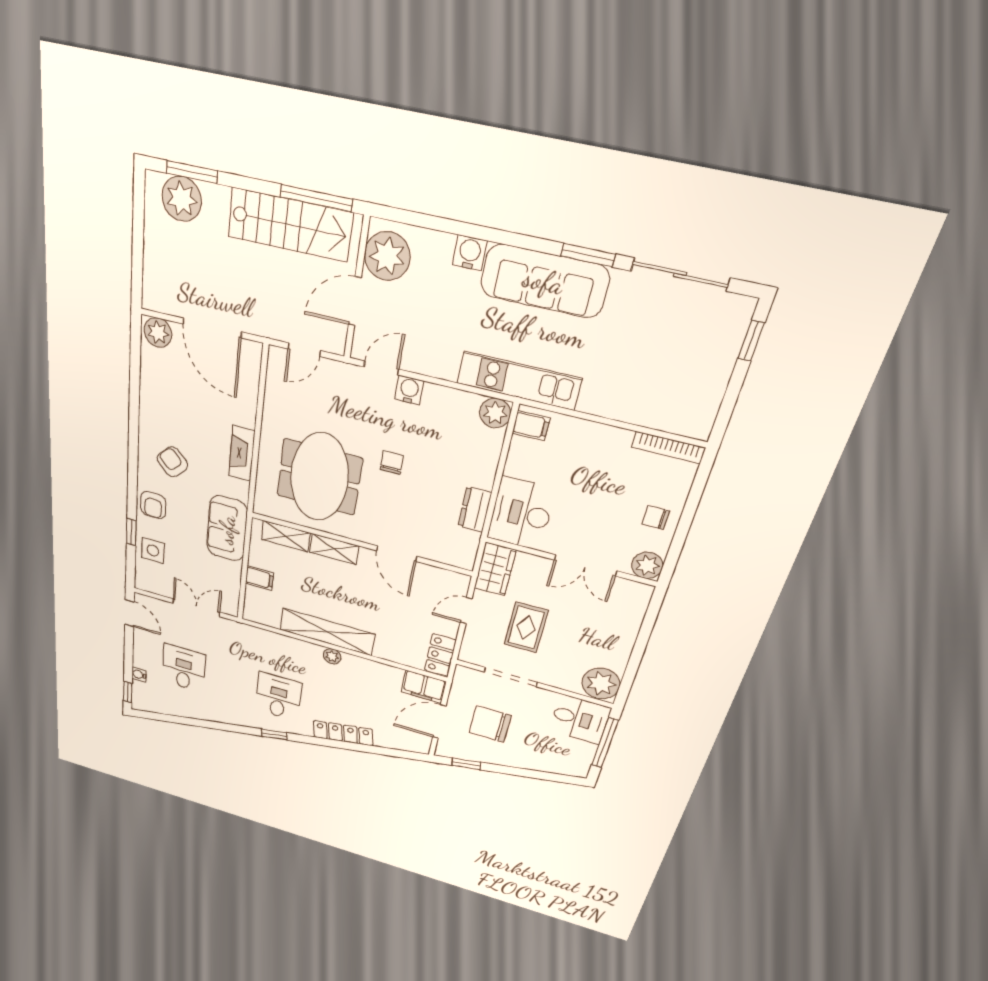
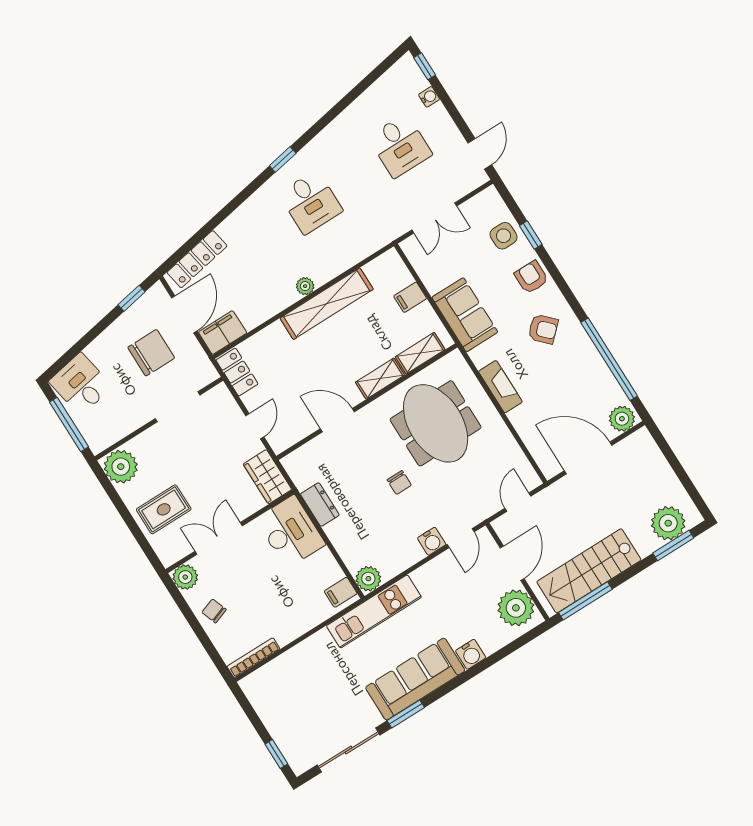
window: (135, 390) -> (609, 359), added
chair: (656, 518) -> (214, 611), turned -110
door: (129, 613) -> (480, 154), swing flipped
rug: (526, 628) -> (164, 509), moved, turned 90
desk: (580, 719) -> (81, 384), moved, turned 80
locker: (343, 733) -> (197, 259), moved

